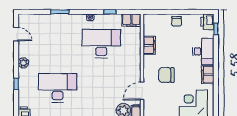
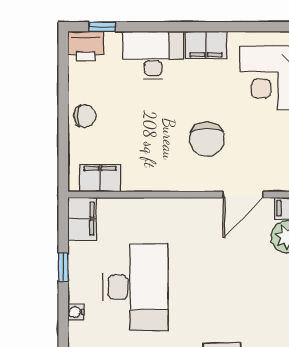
desk: (101, 44) -> (135, 287), turned 180
filing cabinet: (149, 45) -> (100, 178), moved
door: (142, 91) -> (243, 195), hinge flipped

